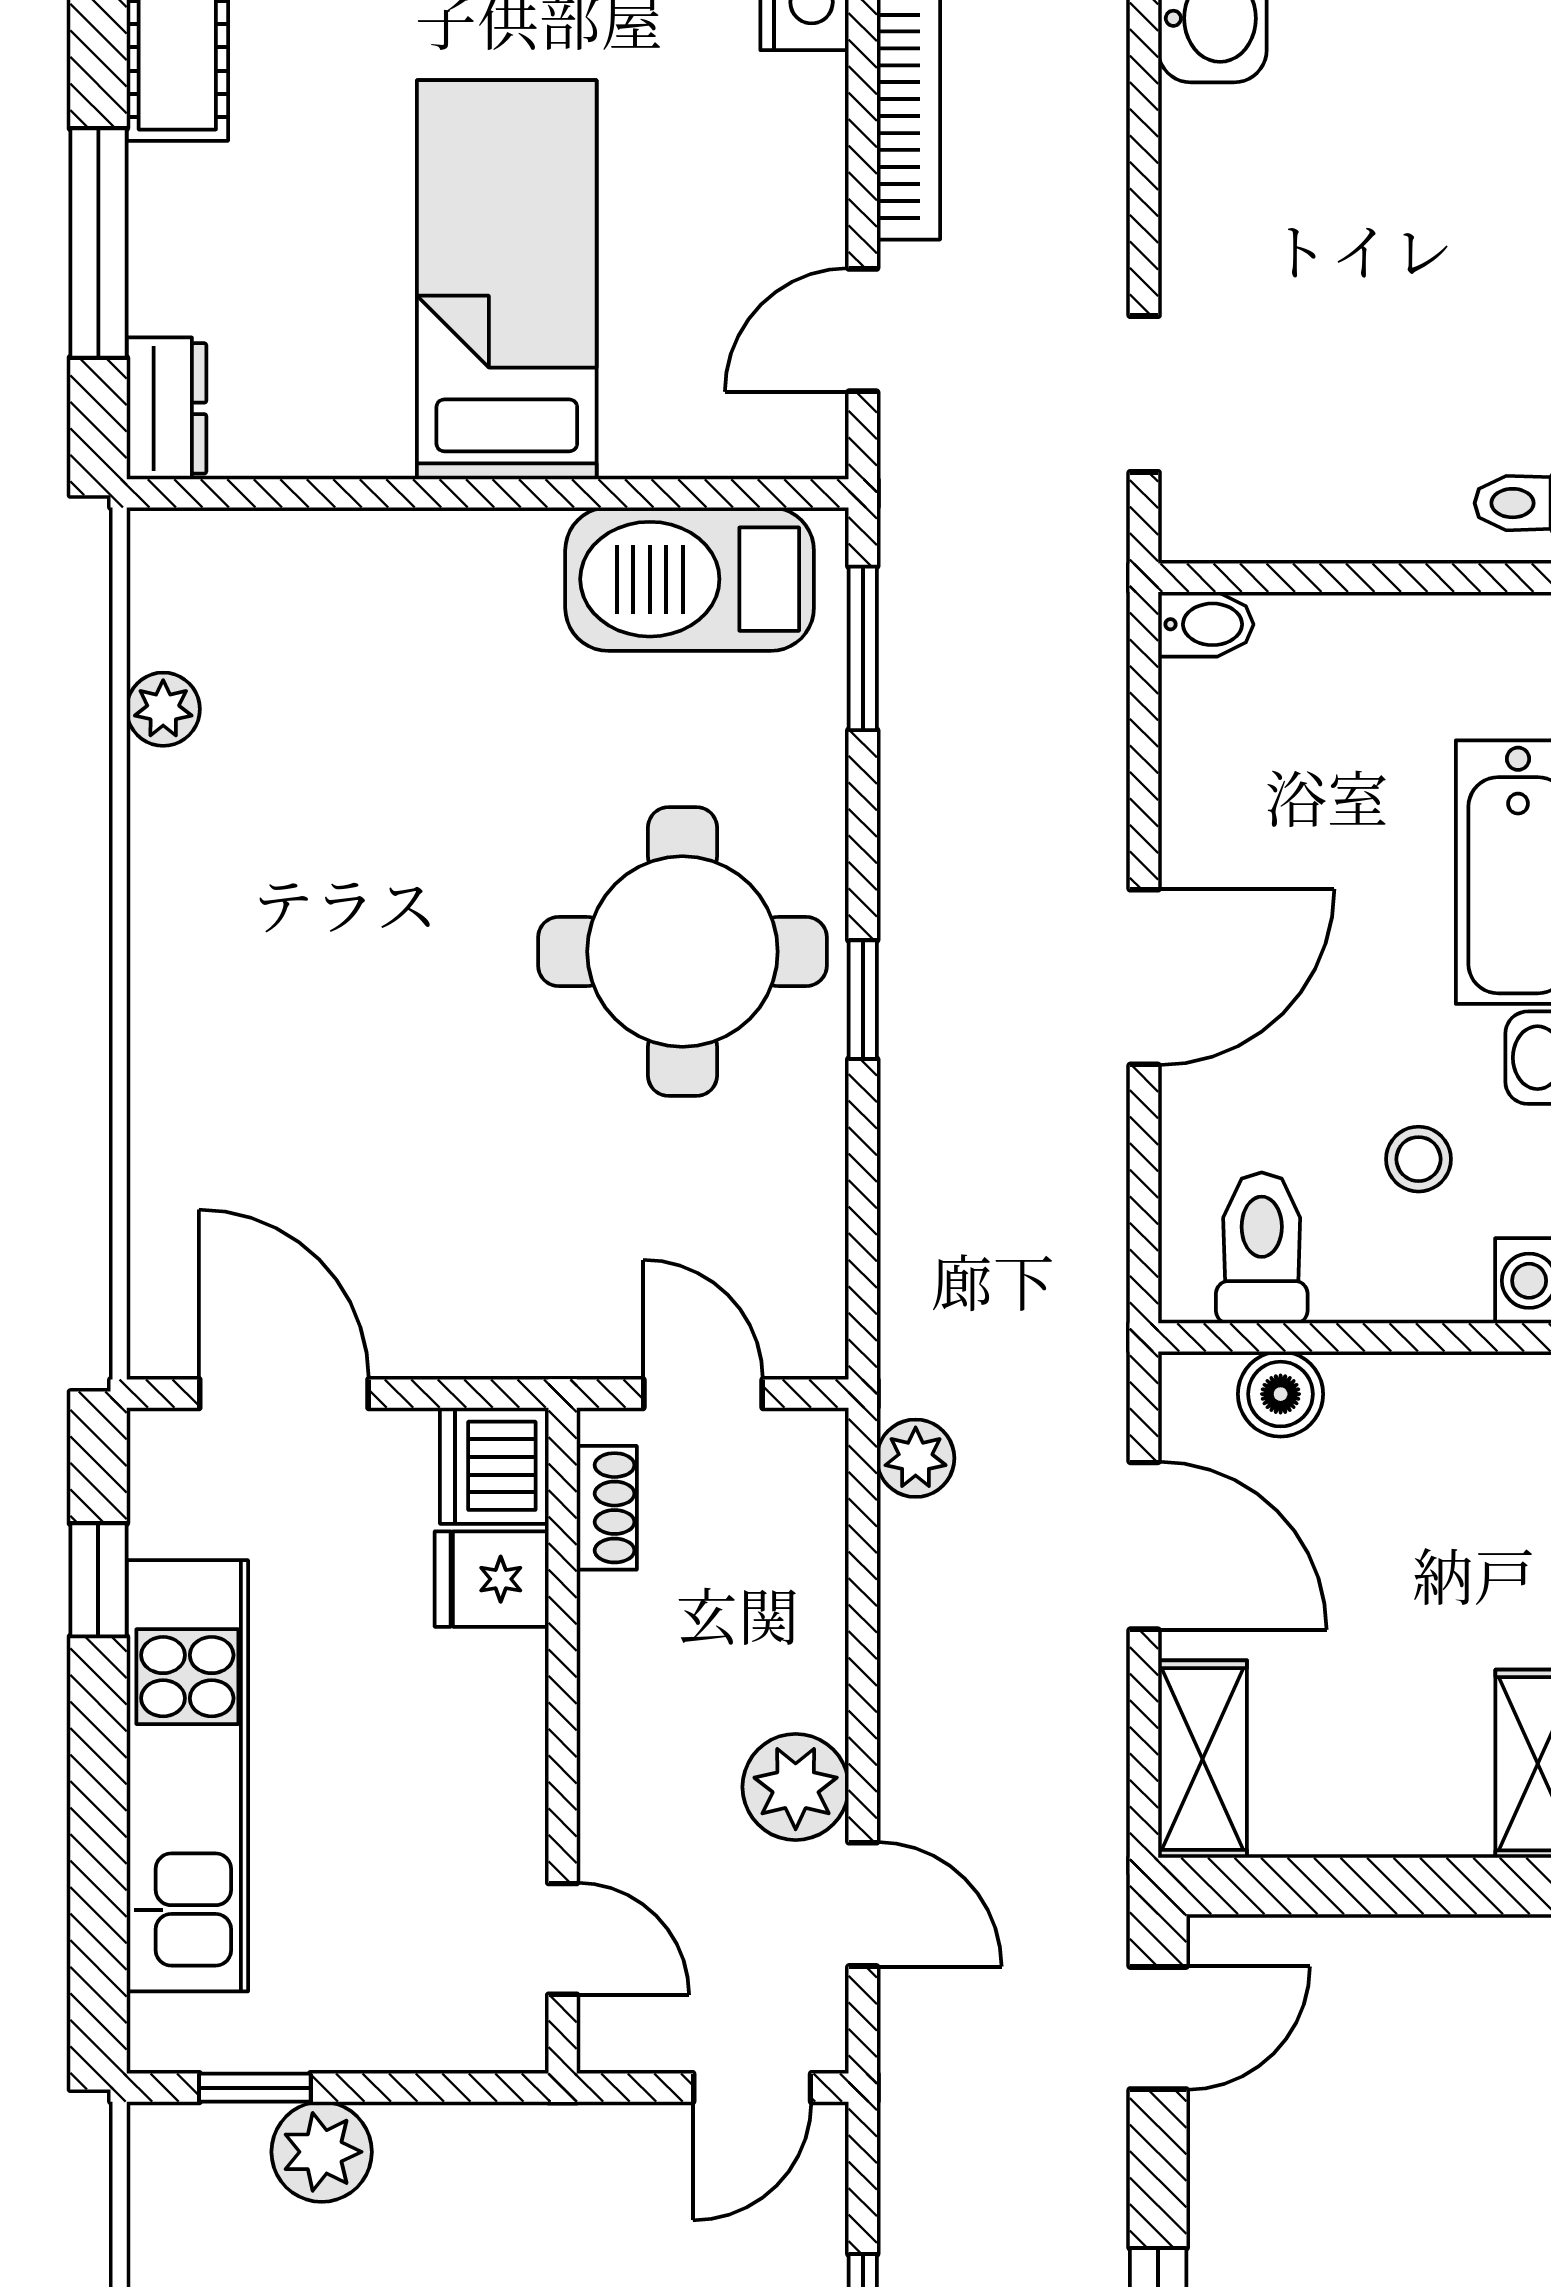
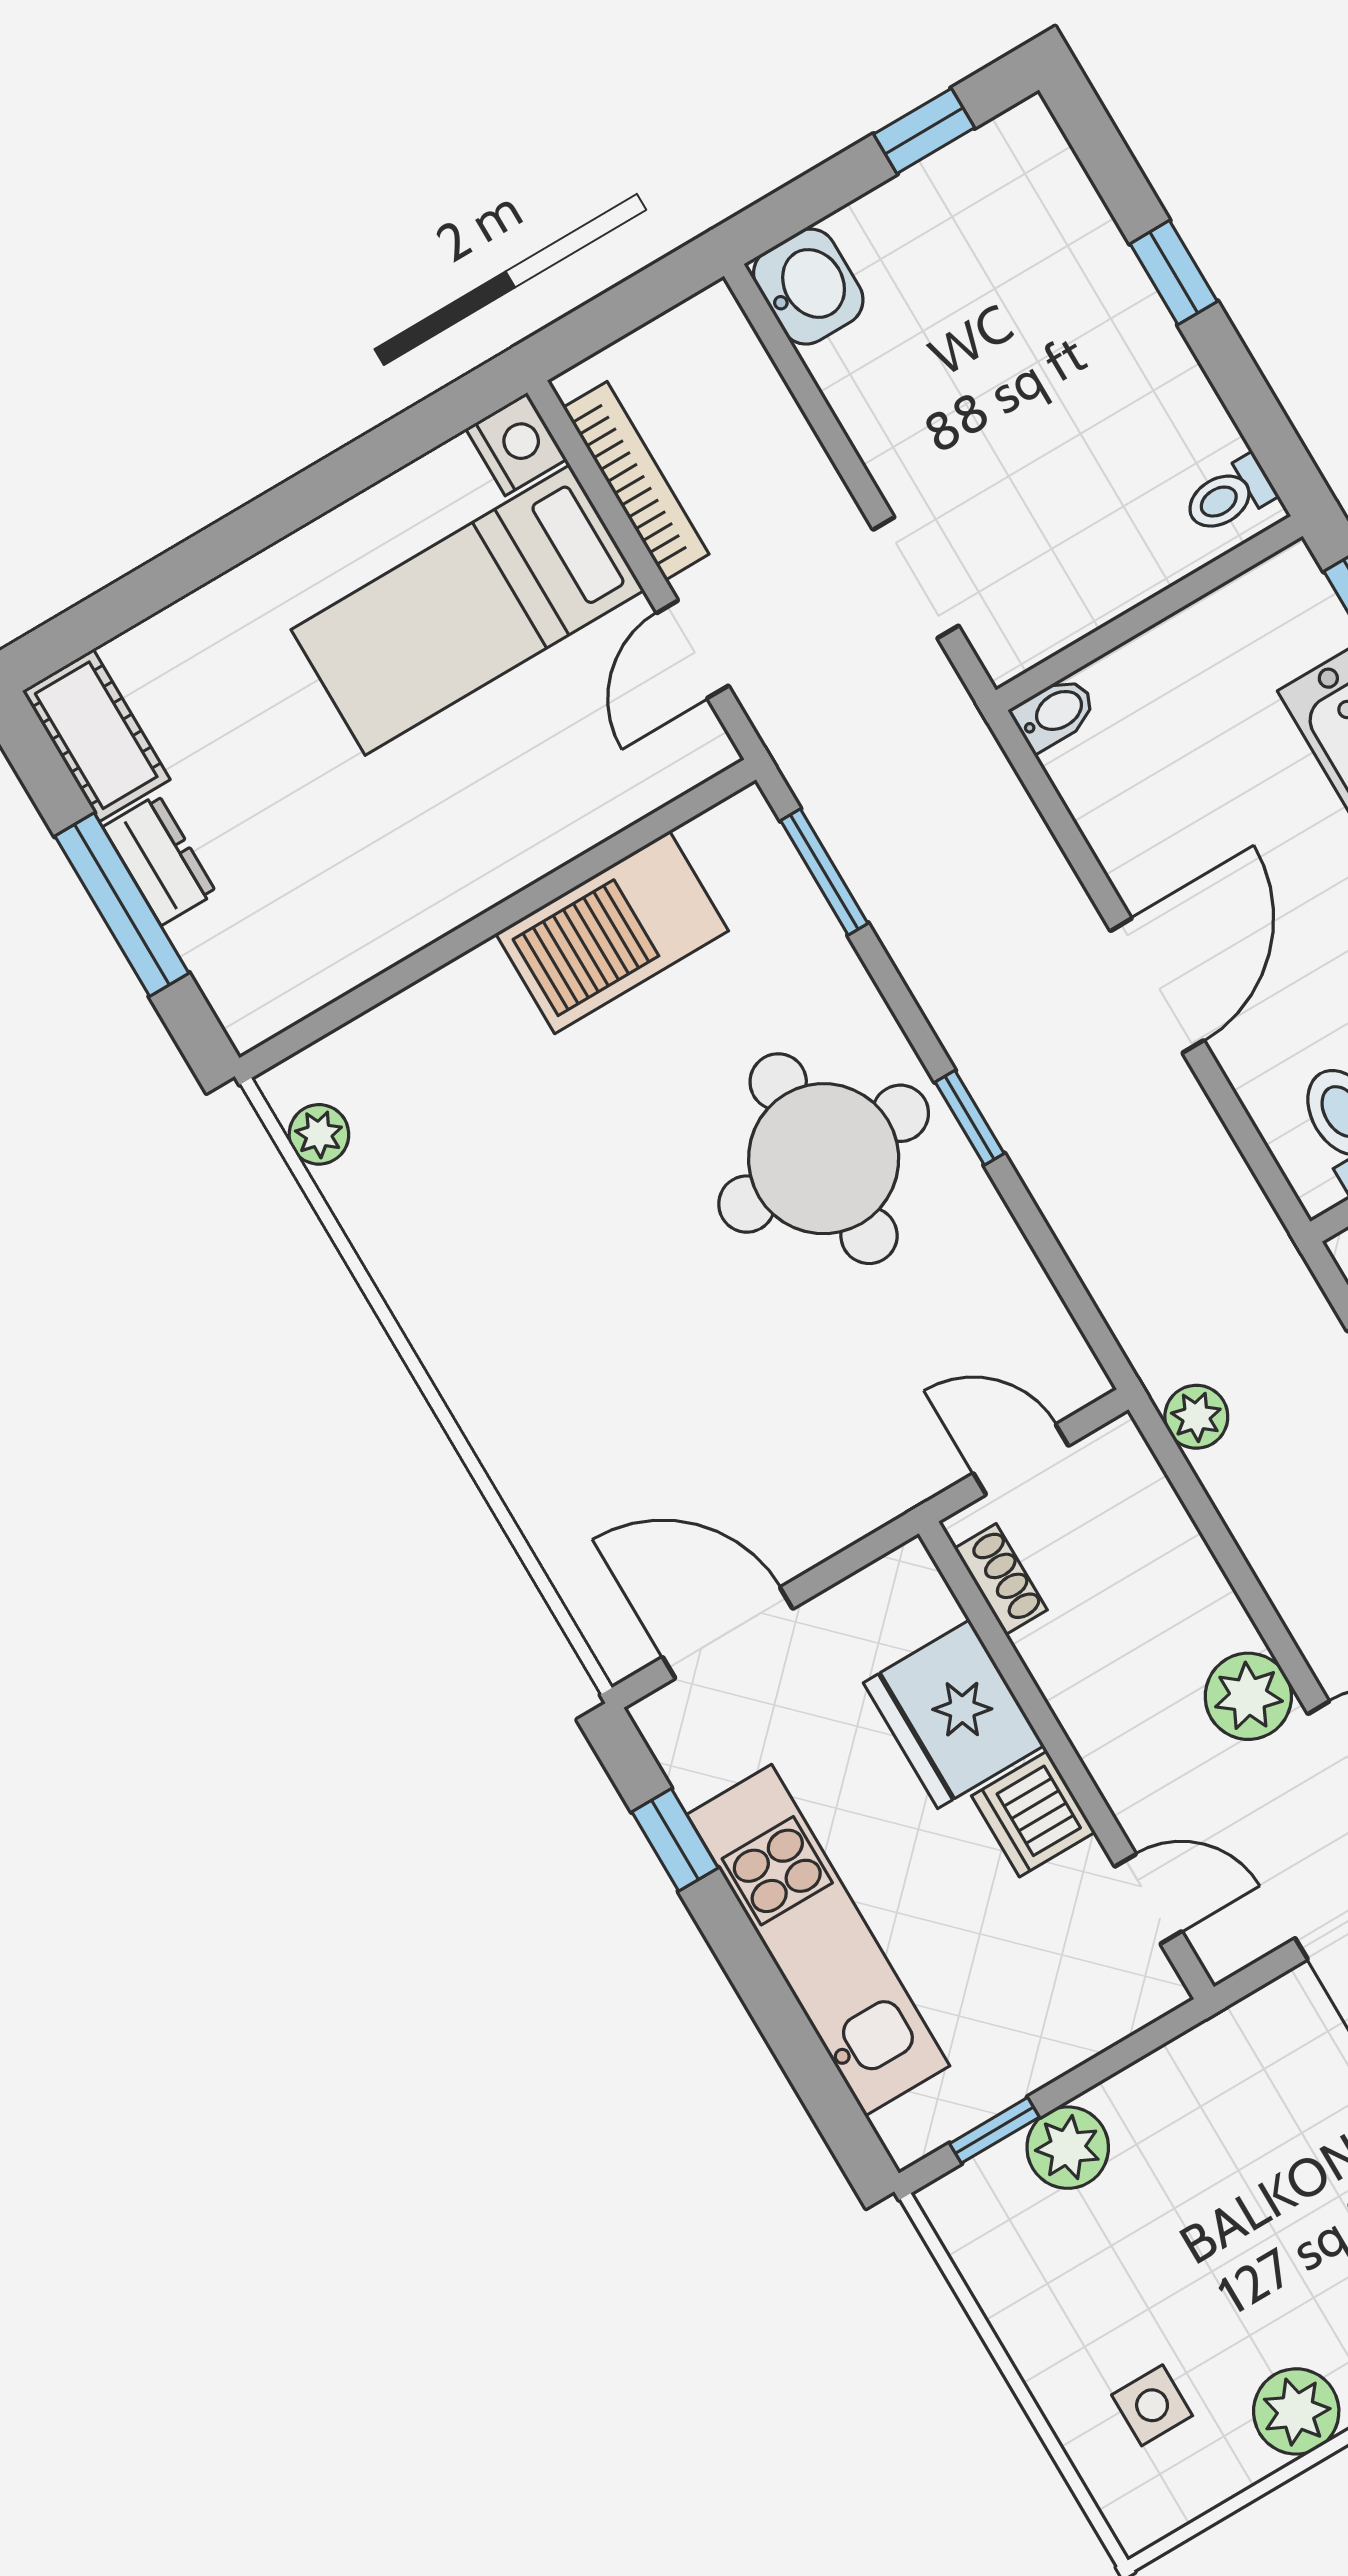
bed: (507, 280) -> (468, 610), moved, turned -90
dresser: (166, 408) -> (160, 860), moved
barbecue: (690, 579) -> (612, 932), moved
plant: (163, 709) -> (319, 1134), moved
dishwasher: (494, 1466) -> (1033, 1814), moved
fridge: (492, 1579) -> (954, 1714), width x1.88, depth x1.34

